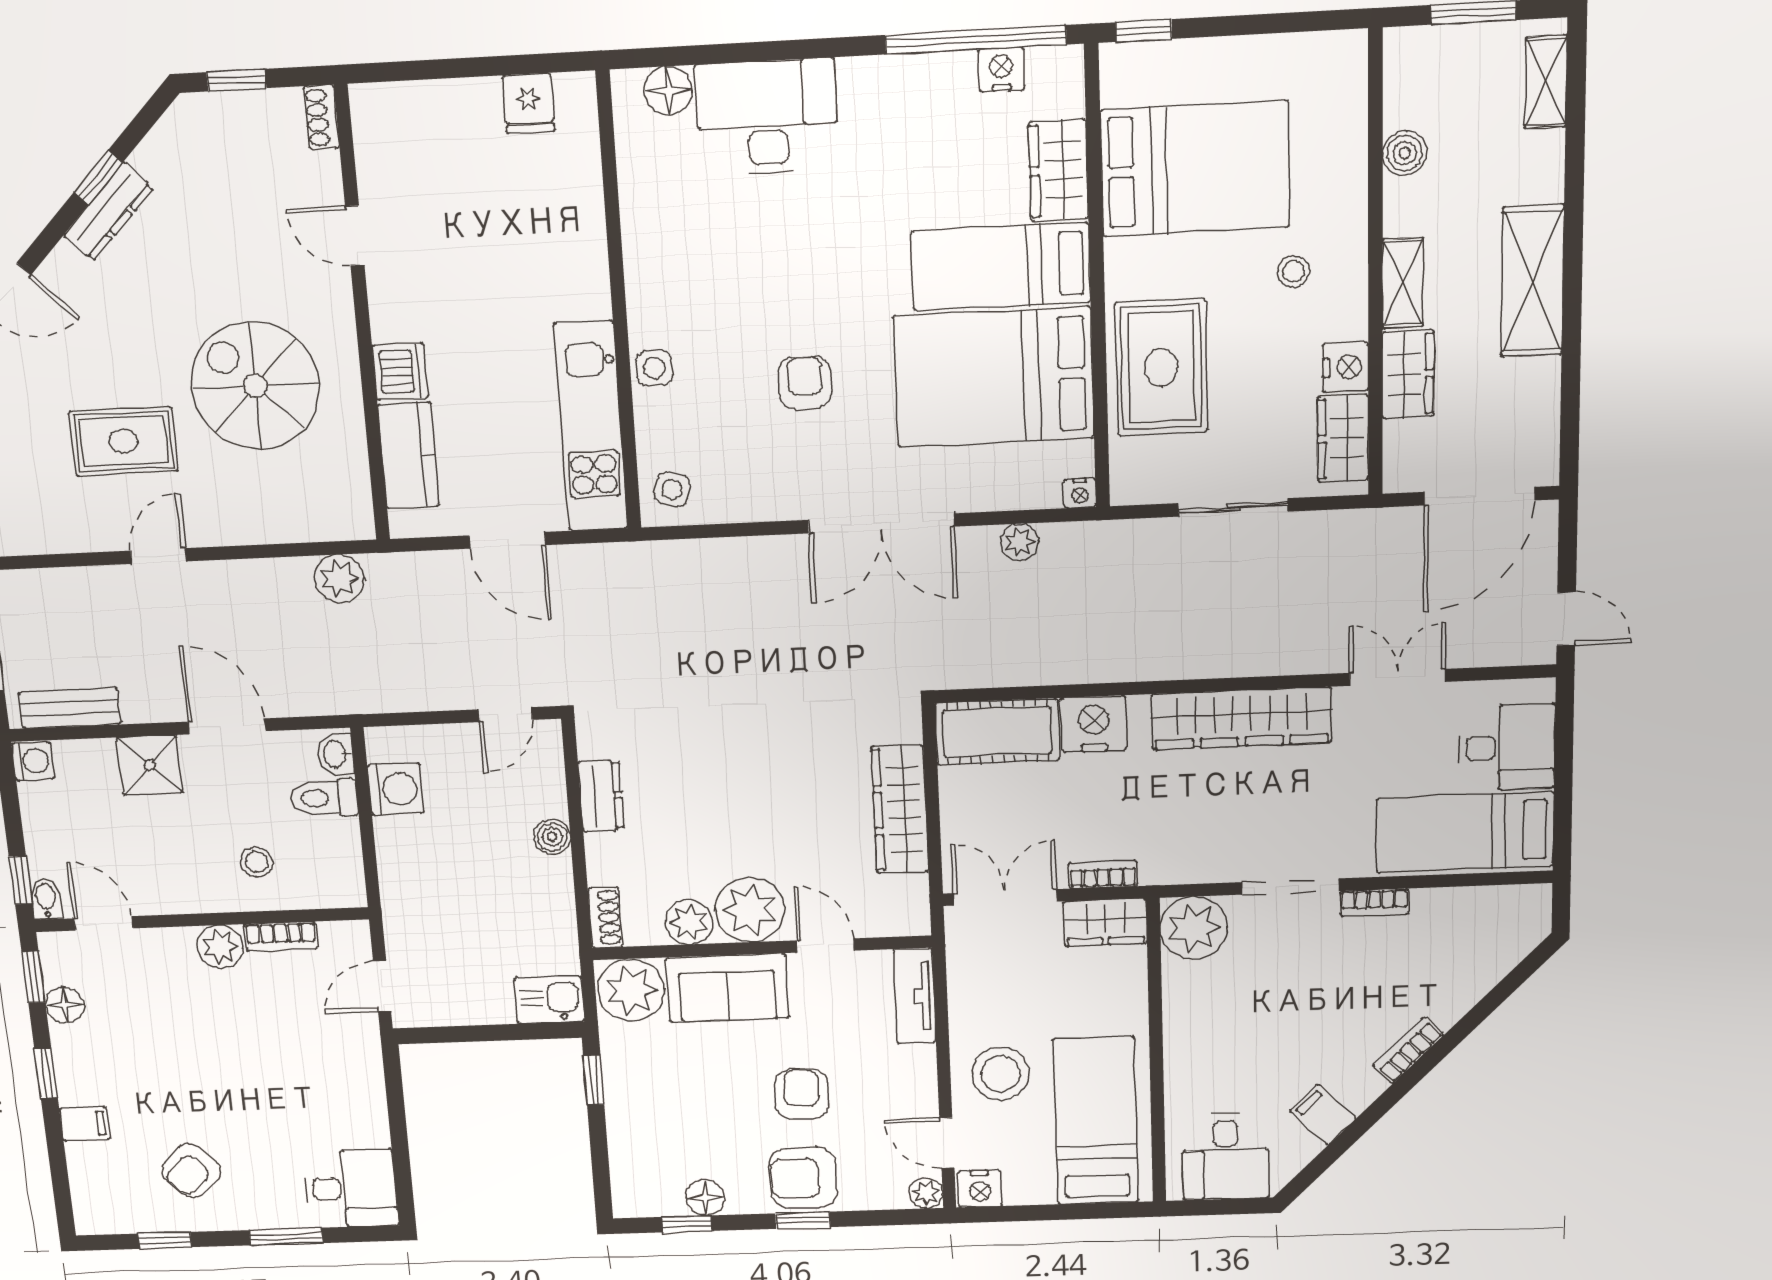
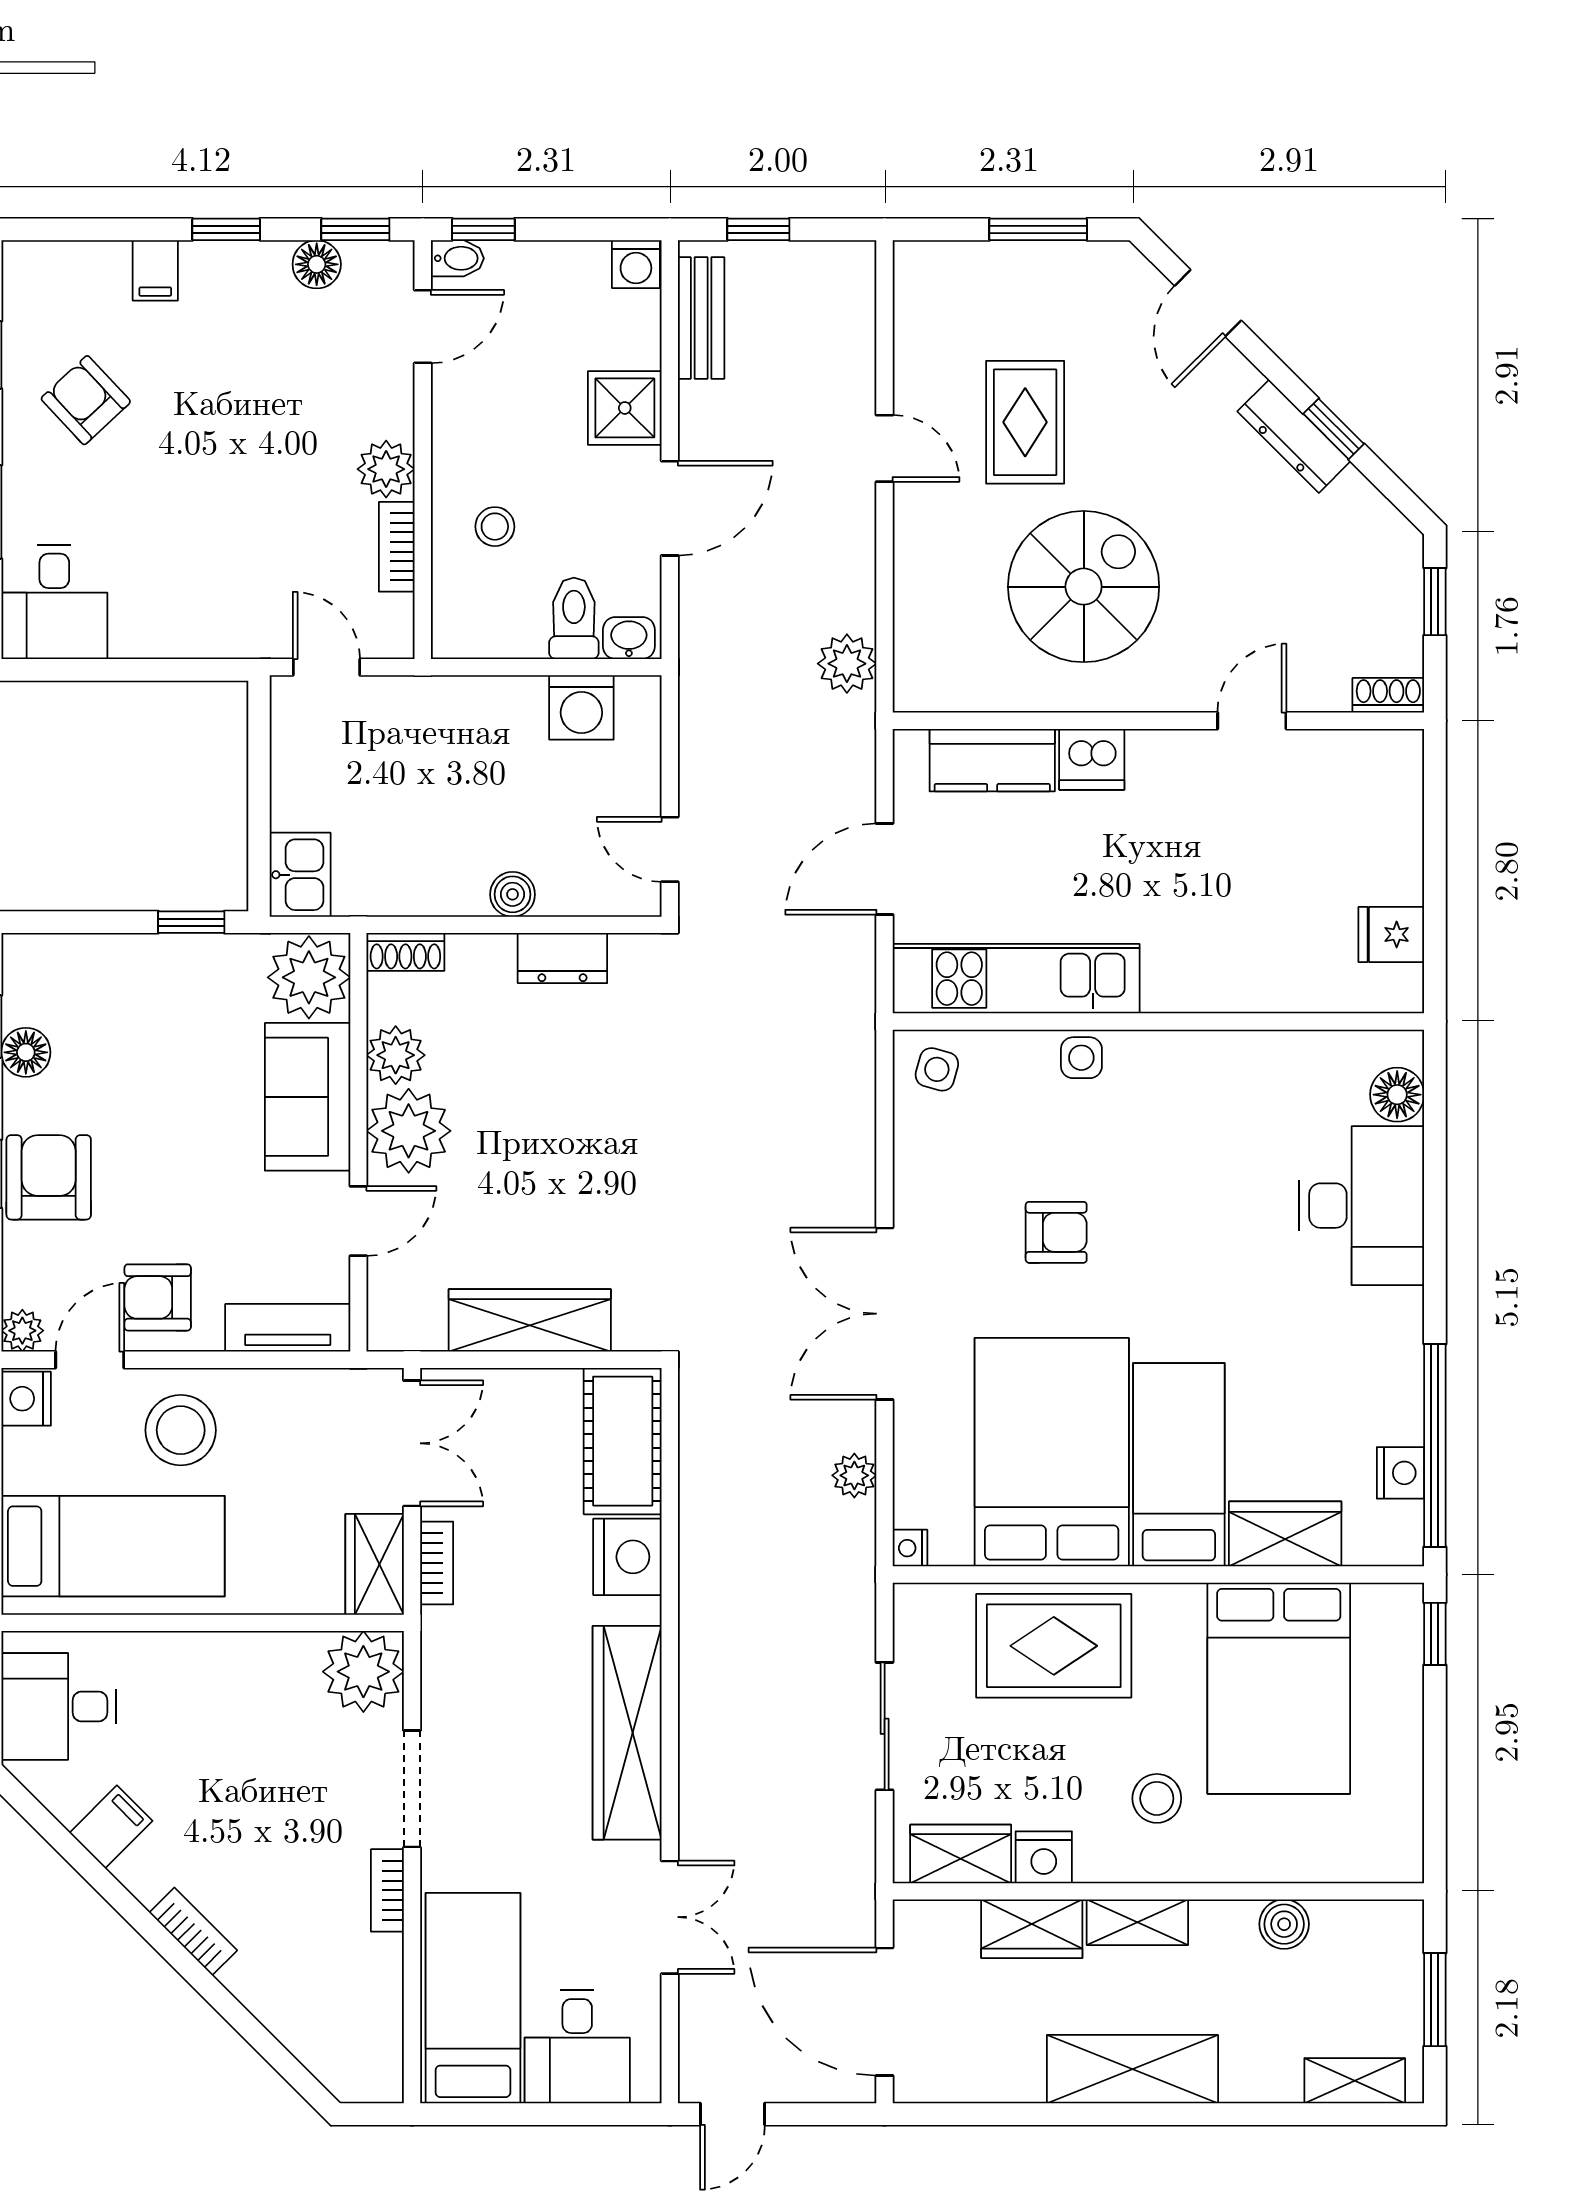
stool: (1293, 271) -> (1157, 1798), width x1.37, depth x1.37
armchair: (802, 1094) -> (158, 1297), moved, turned 180

